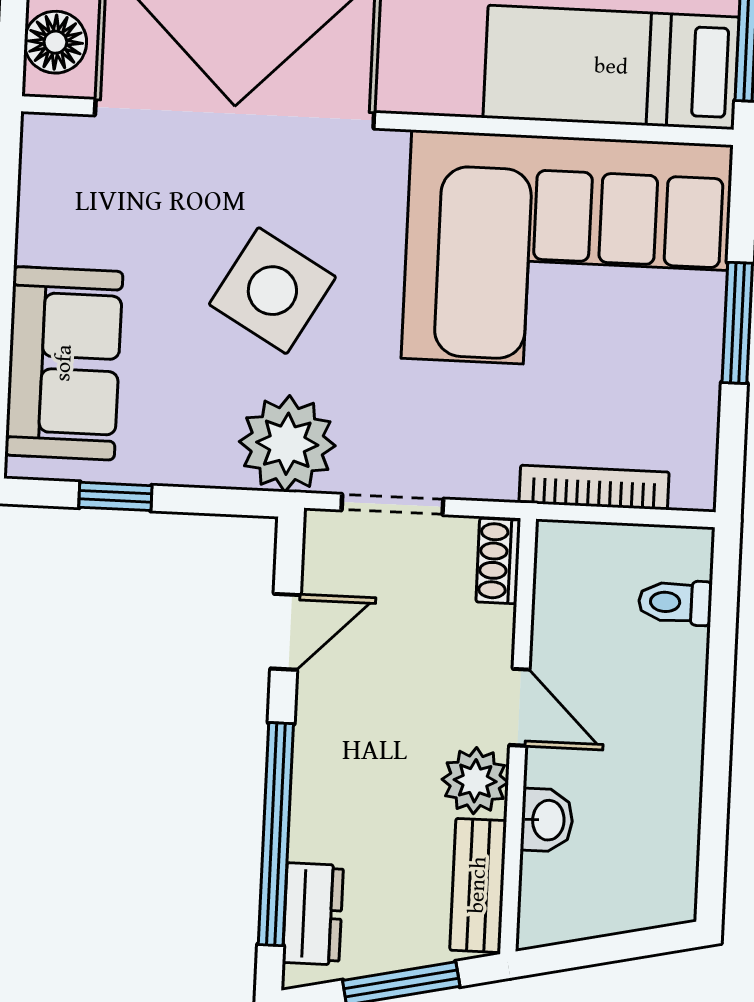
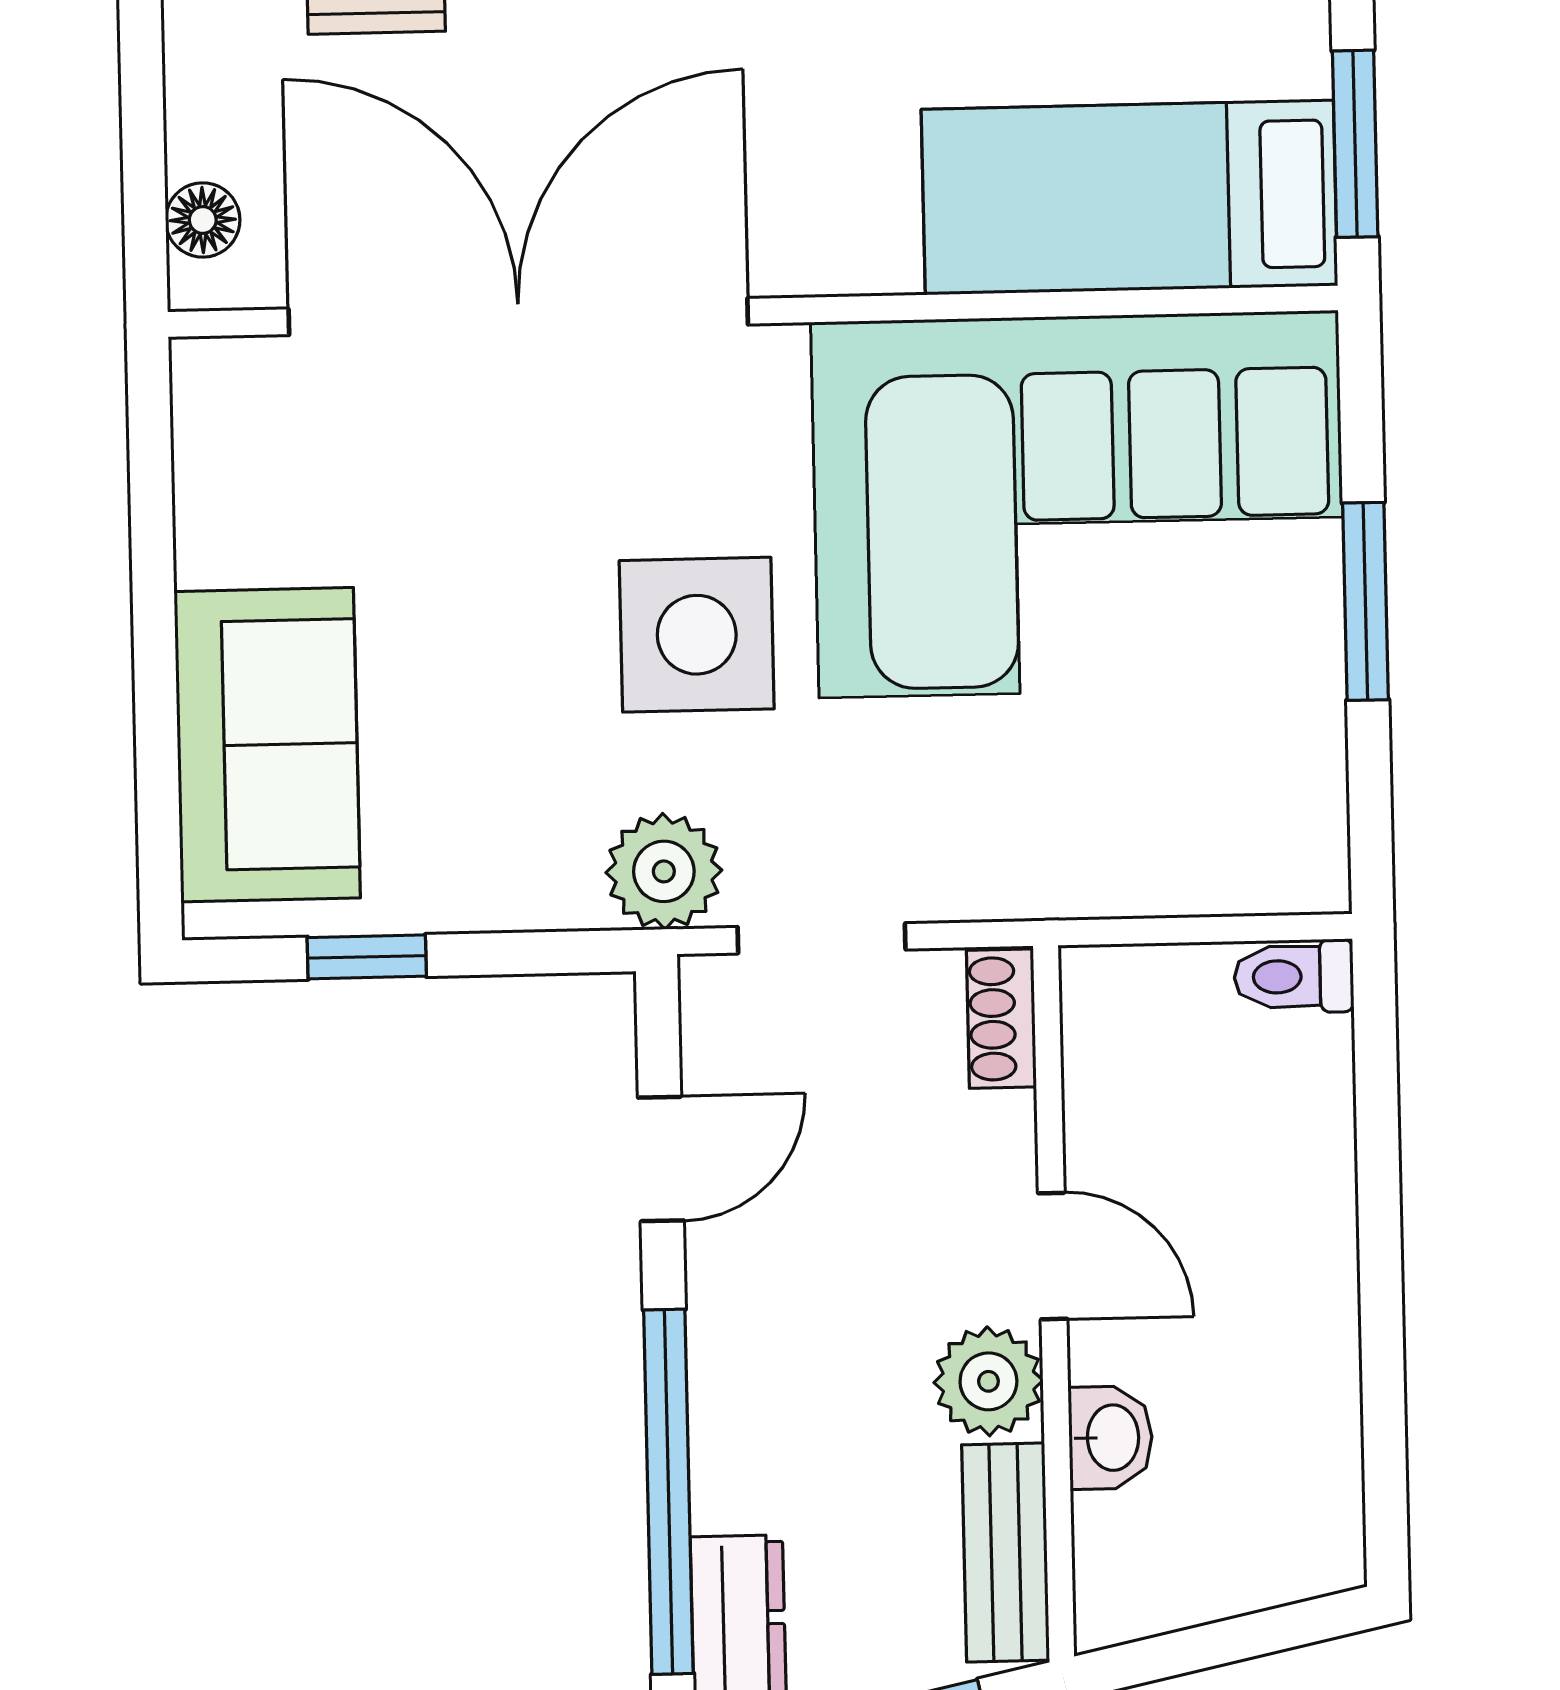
floor lamp: (55, 42) -> (203, 220), width x0.73, depth x0.73
side table: (272, 291) -> (697, 635), moved, turned -30
plant: (287, 444) -> (664, 871), width x0.73, depth x0.73
bookcase: (594, 487) -> (1150, 887), removed
toilet: (675, 602) -> (1294, 976), moved

